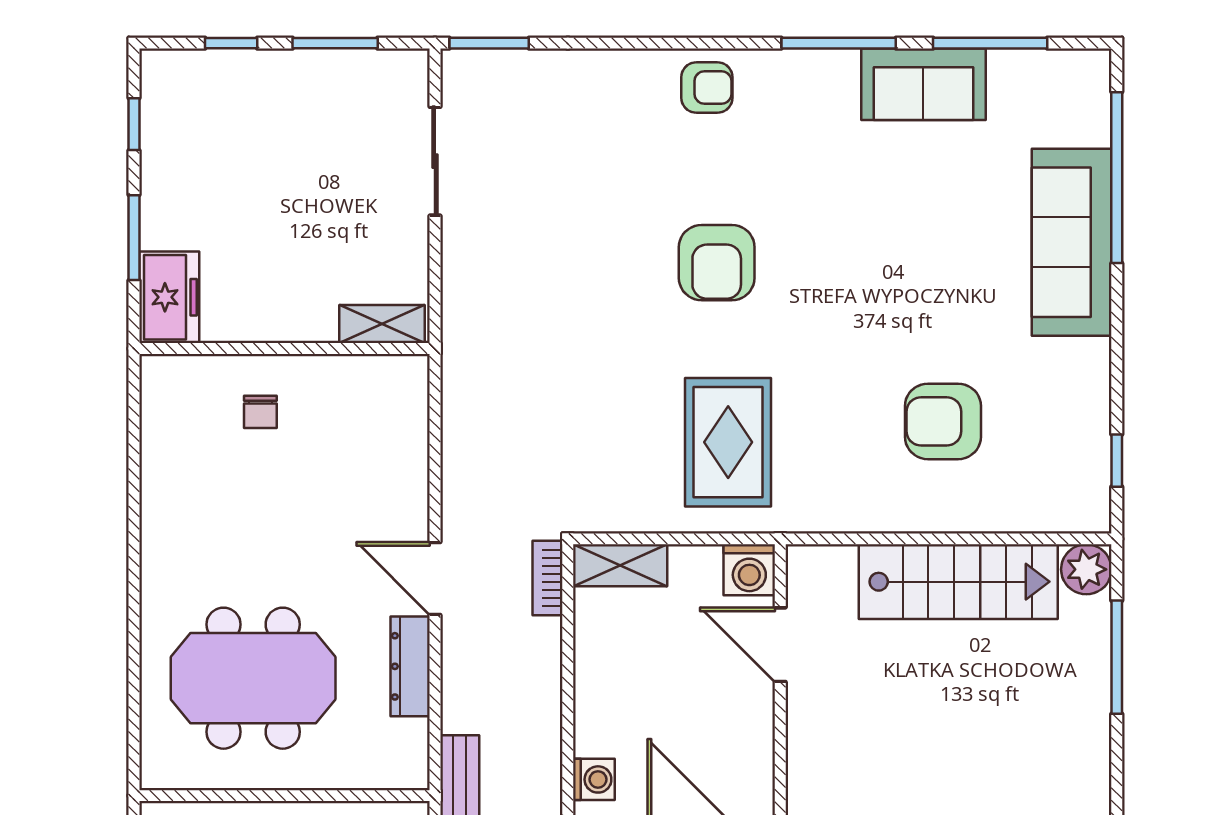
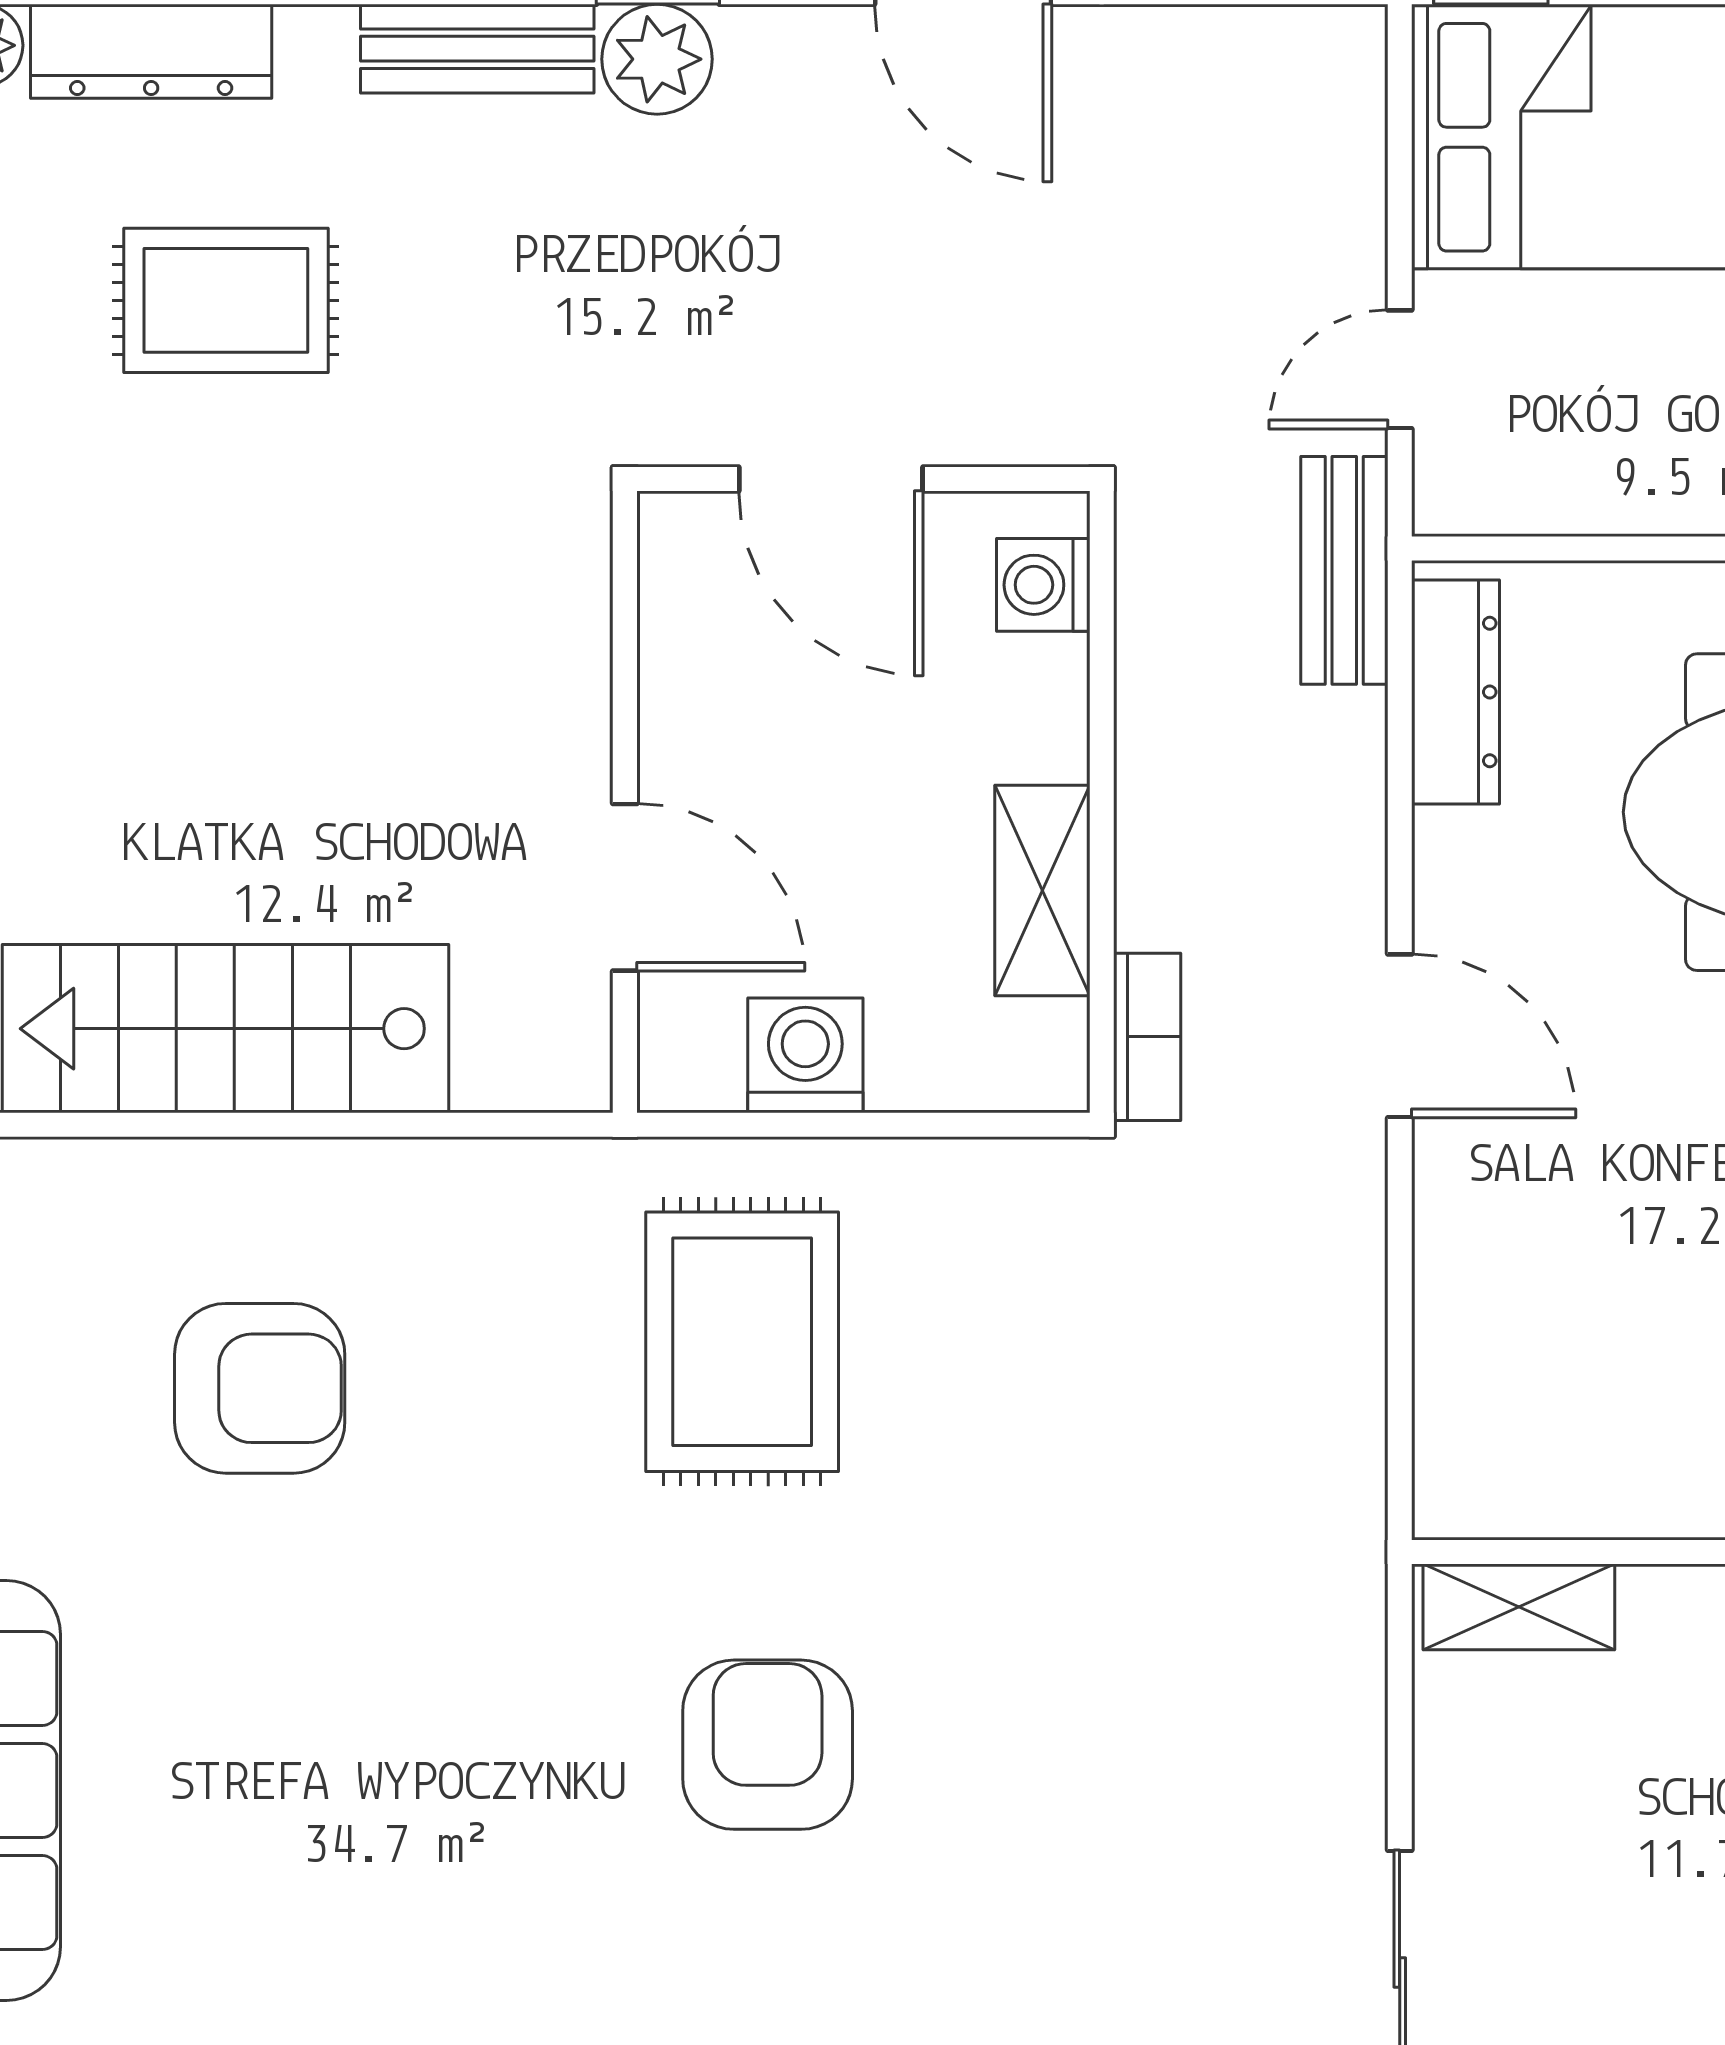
shelving: (620, 565) -> (1042, 890), moved, turned 90
washing machine: (749, 570) -> (805, 1055), moved
dresser: (410, 666) -> (1456, 692), moved

